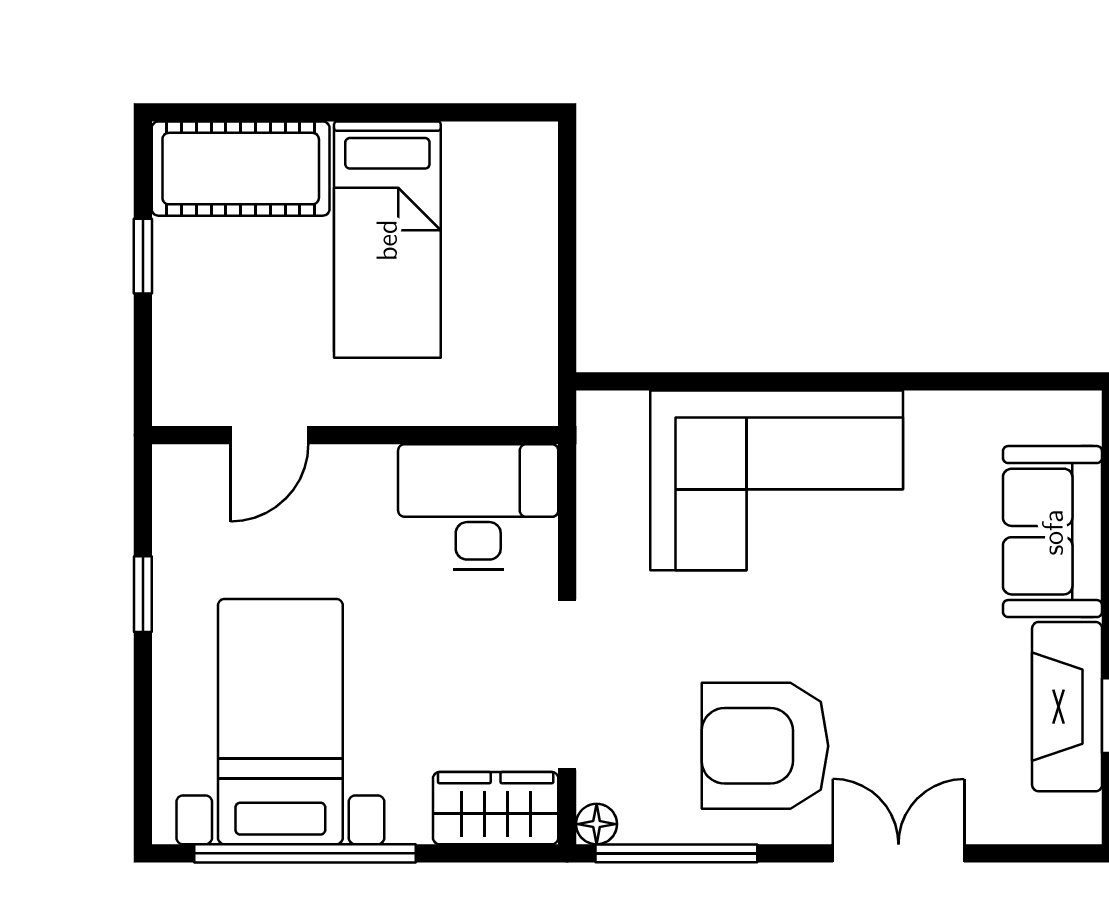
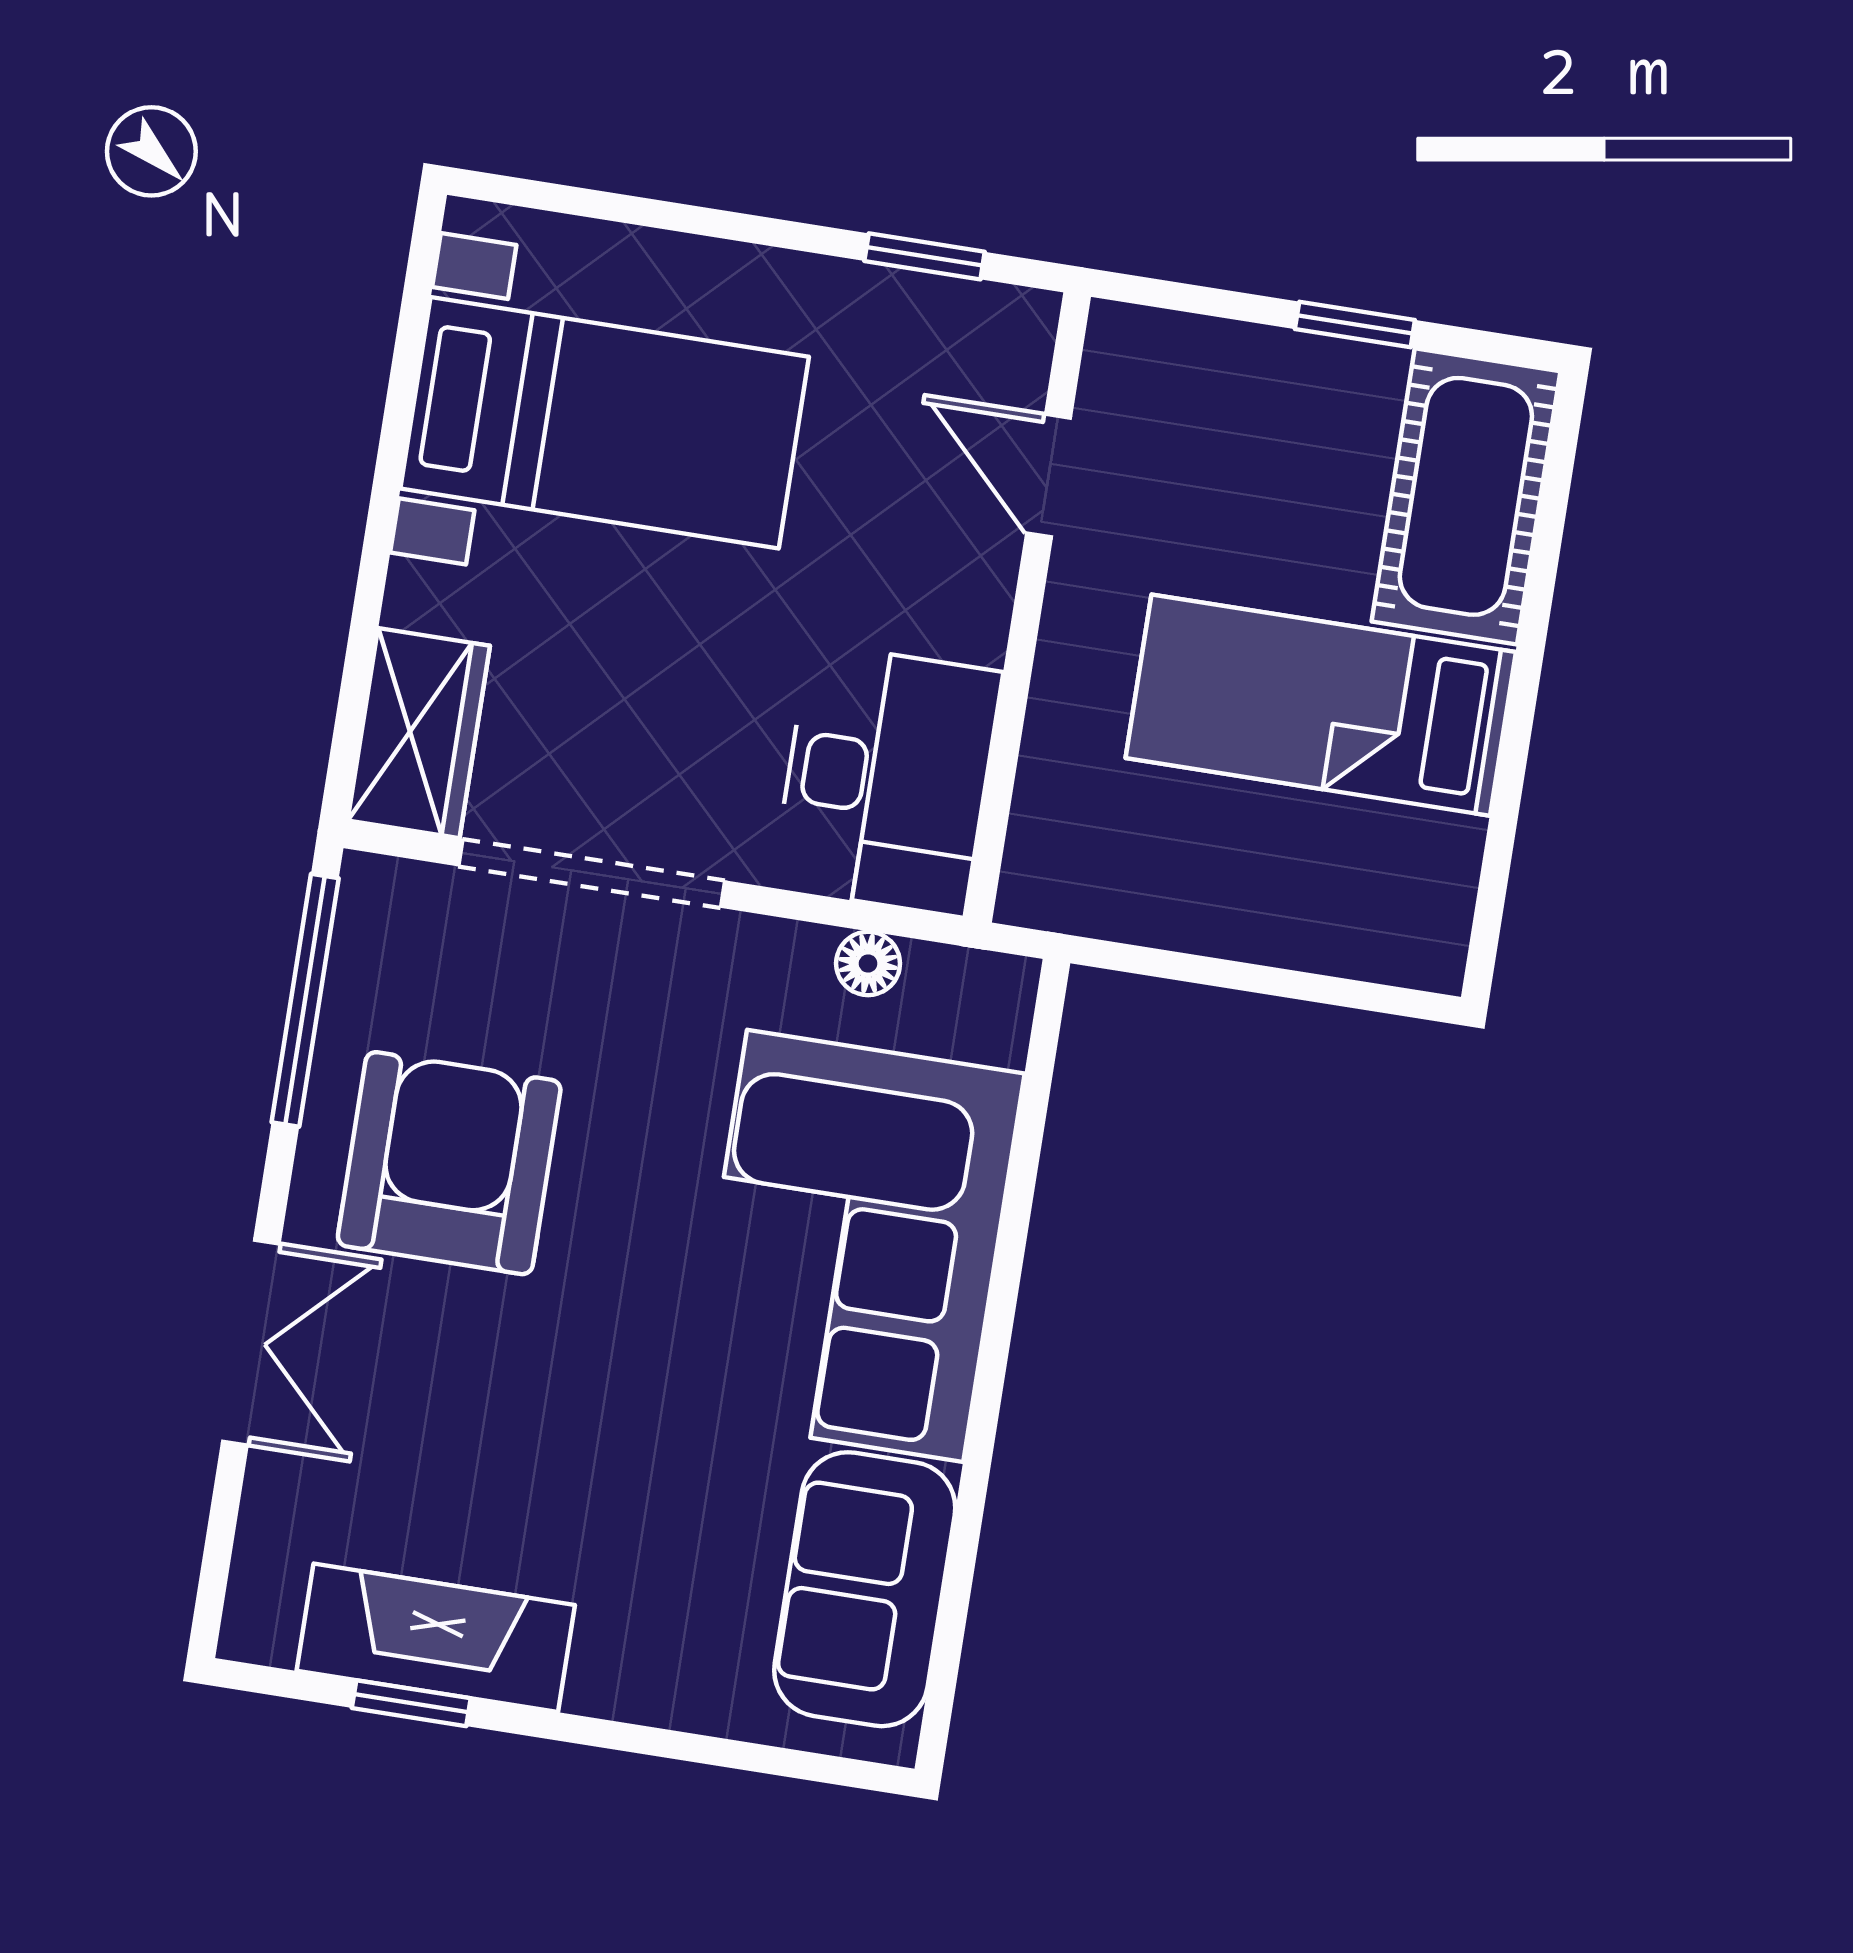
sofa: (1053, 532) -> (865, 1589), moved, turned -90
window: (143, 594) -> (925, 256), moved
floor lamp: (597, 824) -> (868, 963), moved
window: (305, 853) -> (396, 429), removed

